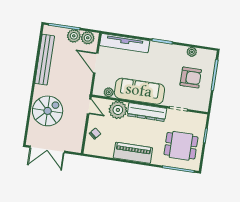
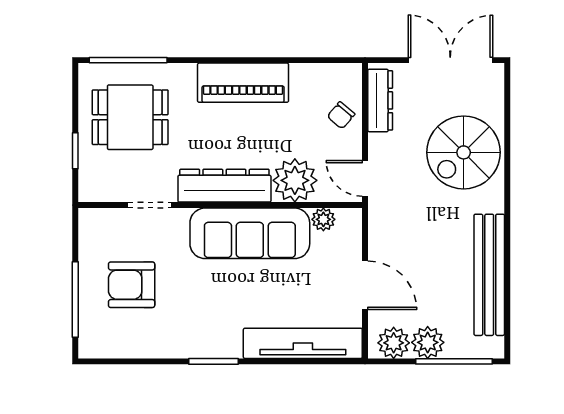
plant: (192, 52) -> (138, 347), removed
dresser: (78, 137) -> (380, 100), added

